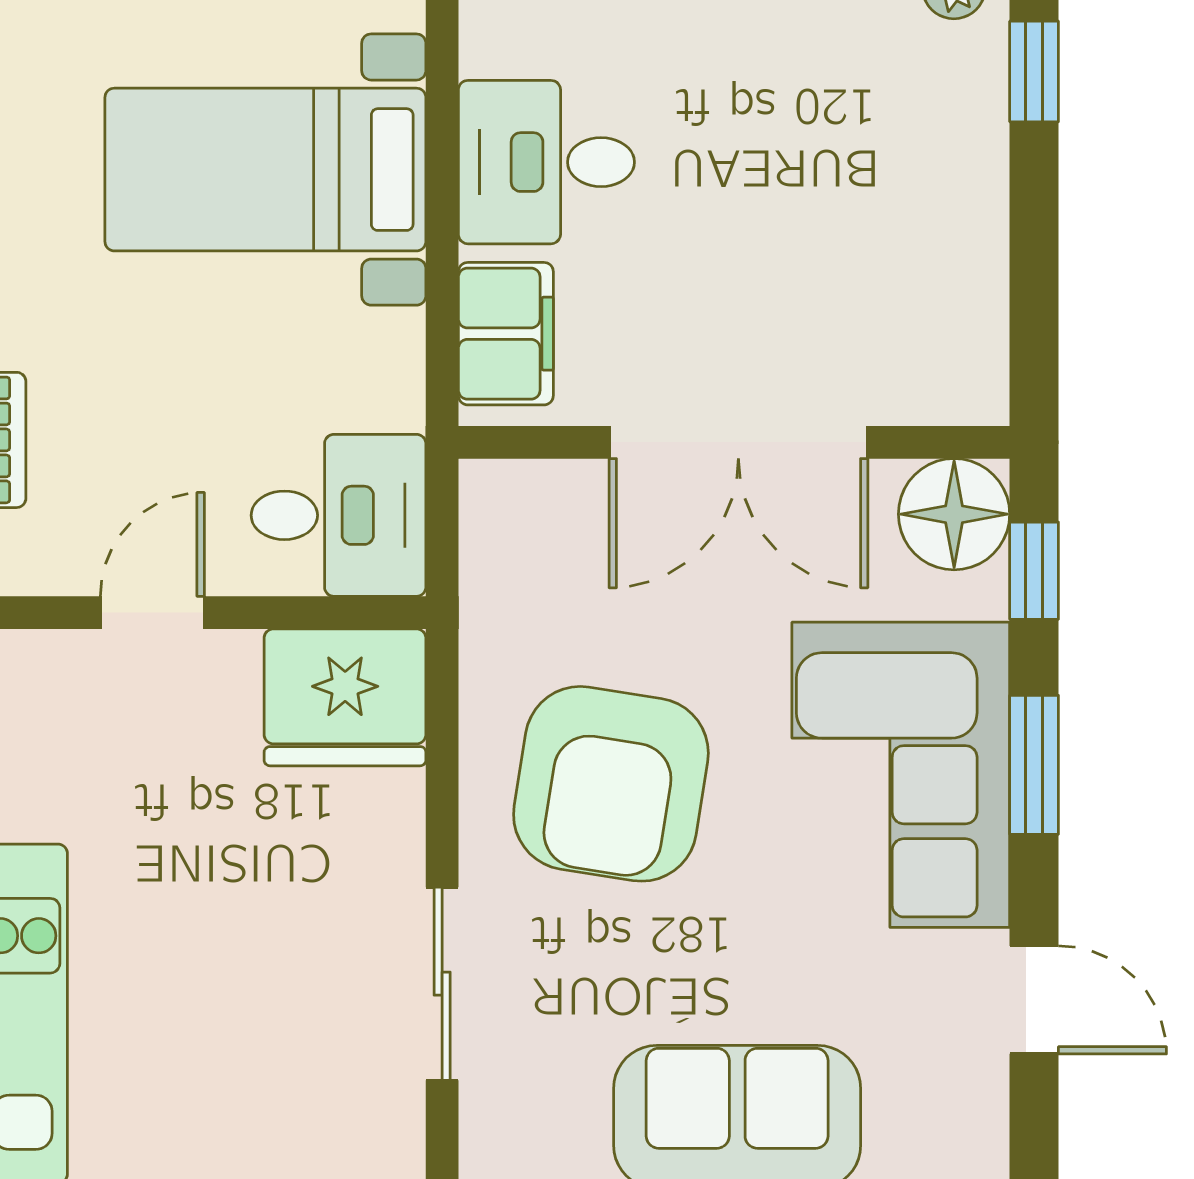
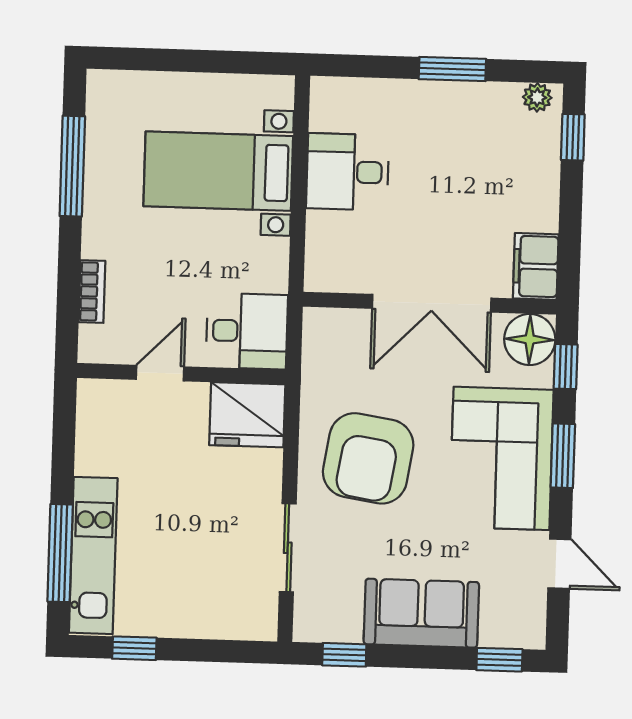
filing cabinet: (506, 334) -> (536, 266), moved, turned 180

